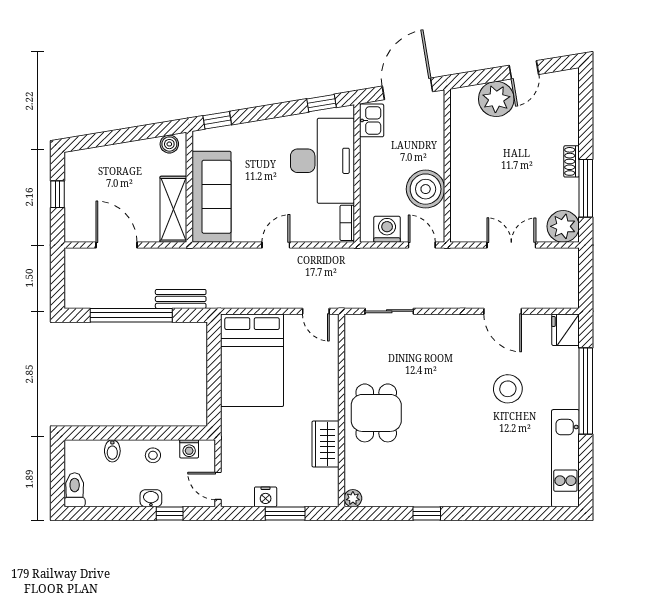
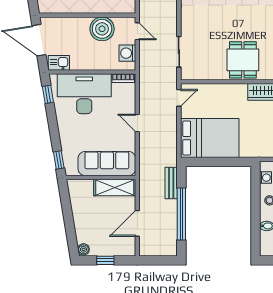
boiler: (169, 144) -> (83, 249), moved
door: (422, 245) -> (137, 31), swing flipped
dining table: (376, 413) -> (243, 60), turned 90

